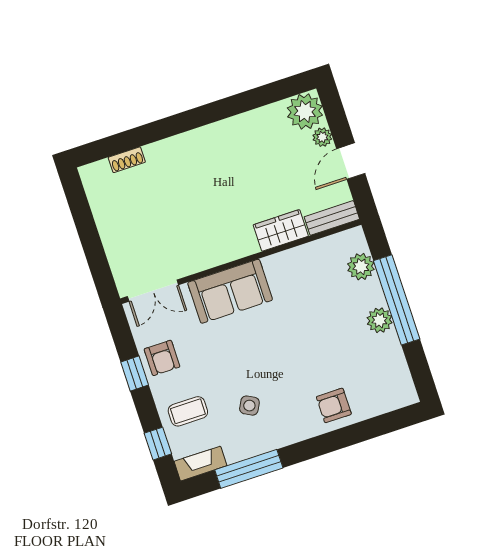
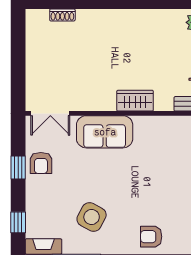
wardrobe: (281, 230) -> (135, 101), moved
side table: (249, 406) -> (92, 217), width x1.87, depth x1.87
coffee table: (188, 411) -> (47, 207), removed

